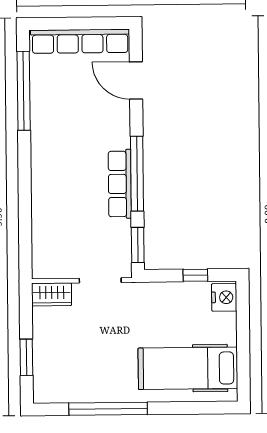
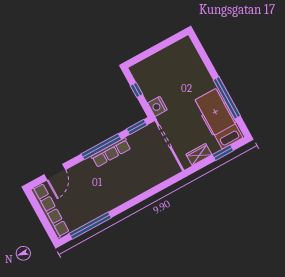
wardrobe: (52, 294) -> (199, 154), moved, turned -90
nightstand: (224, 297) -> (157, 106), moved, turned -90
hospital bed: (188, 368) -> (219, 119), moved, turned 180

